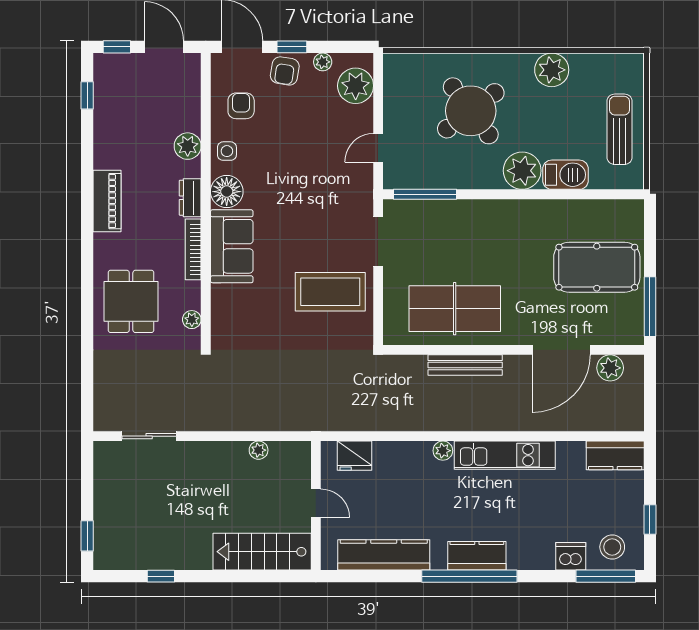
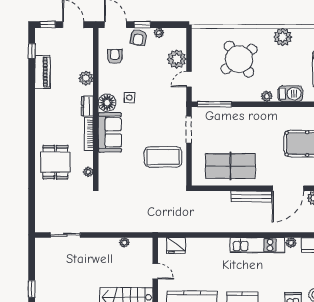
plant: (356, 86) -> (177, 59), moved
side table: (227, 151) -> (129, 98), moved
plant: (522, 171) -> (267, 96), width x0.53, depth x0.53
piano: (107, 201) -> (42, 72), moved
bench: (465, 365) -> (251, 197), moved
plant: (443, 451) -> (291, 243), moved

